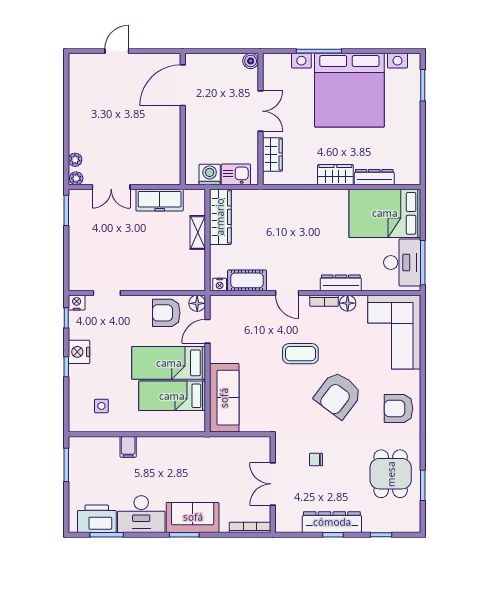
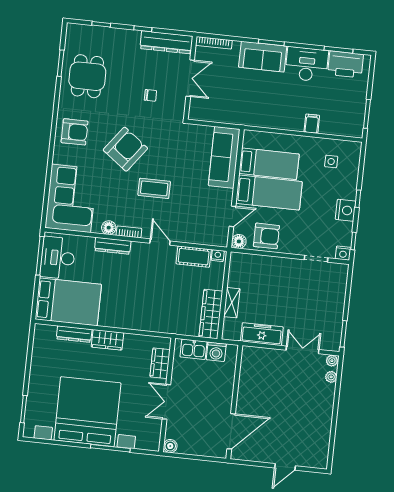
dresser: (332, 522) -> (166, 42), moved

